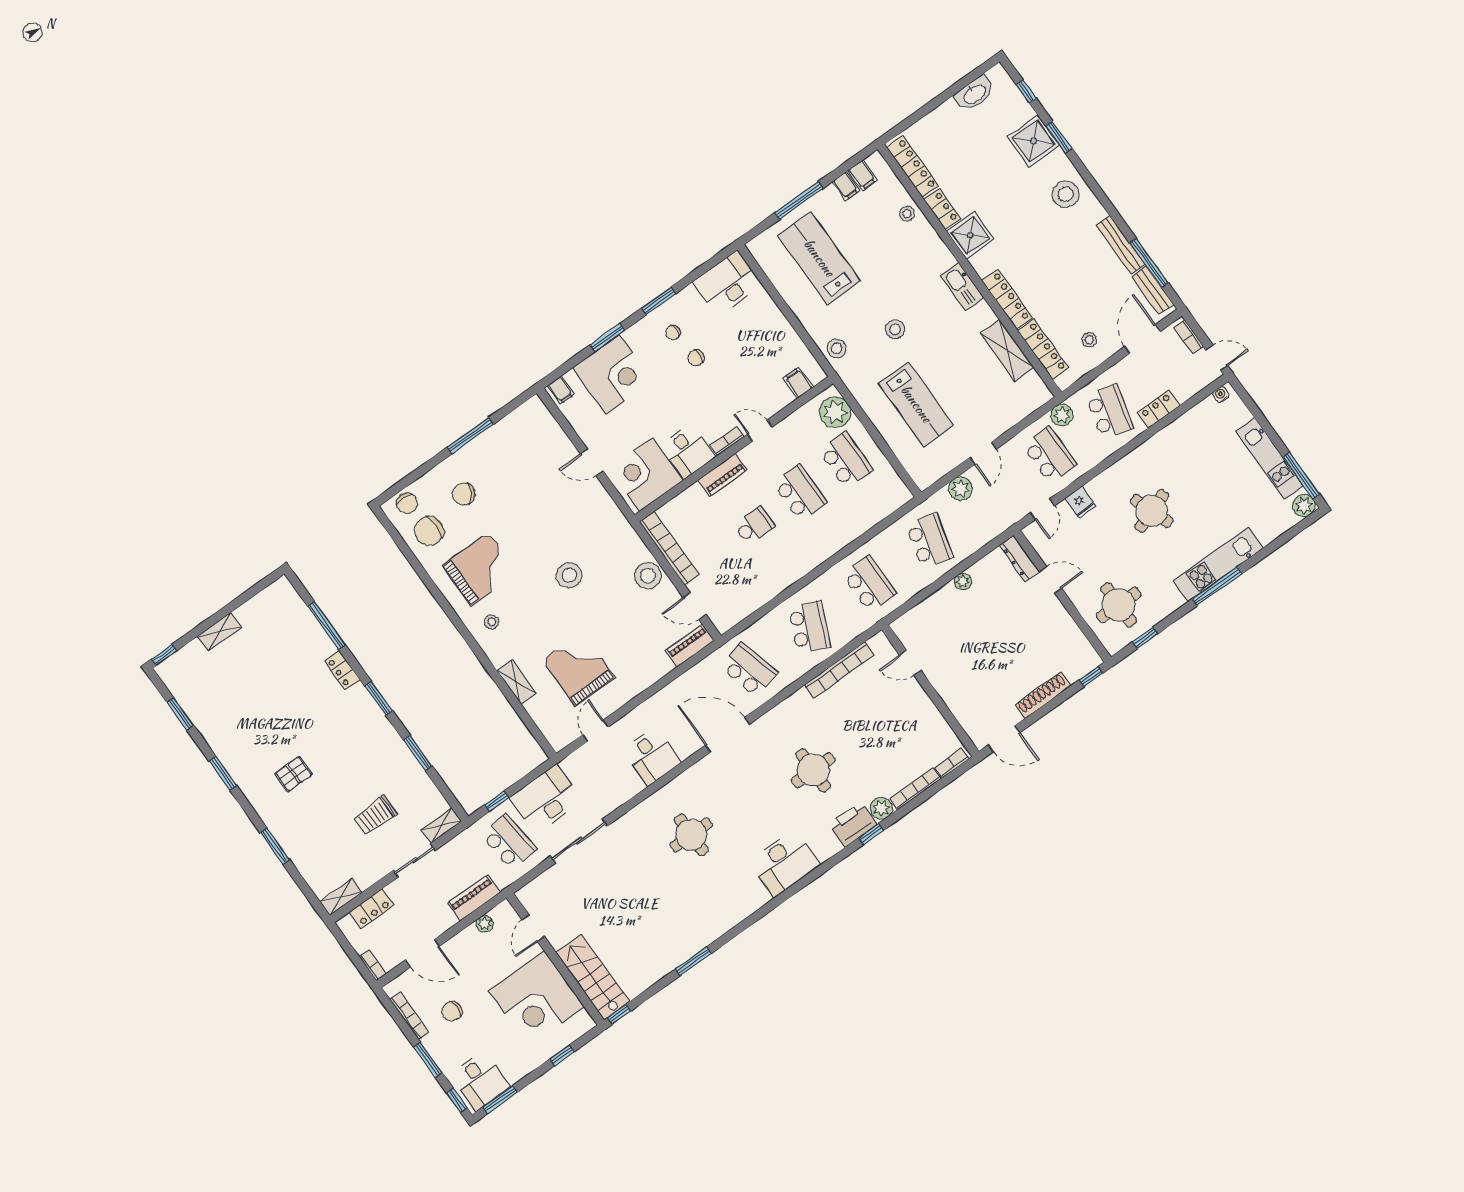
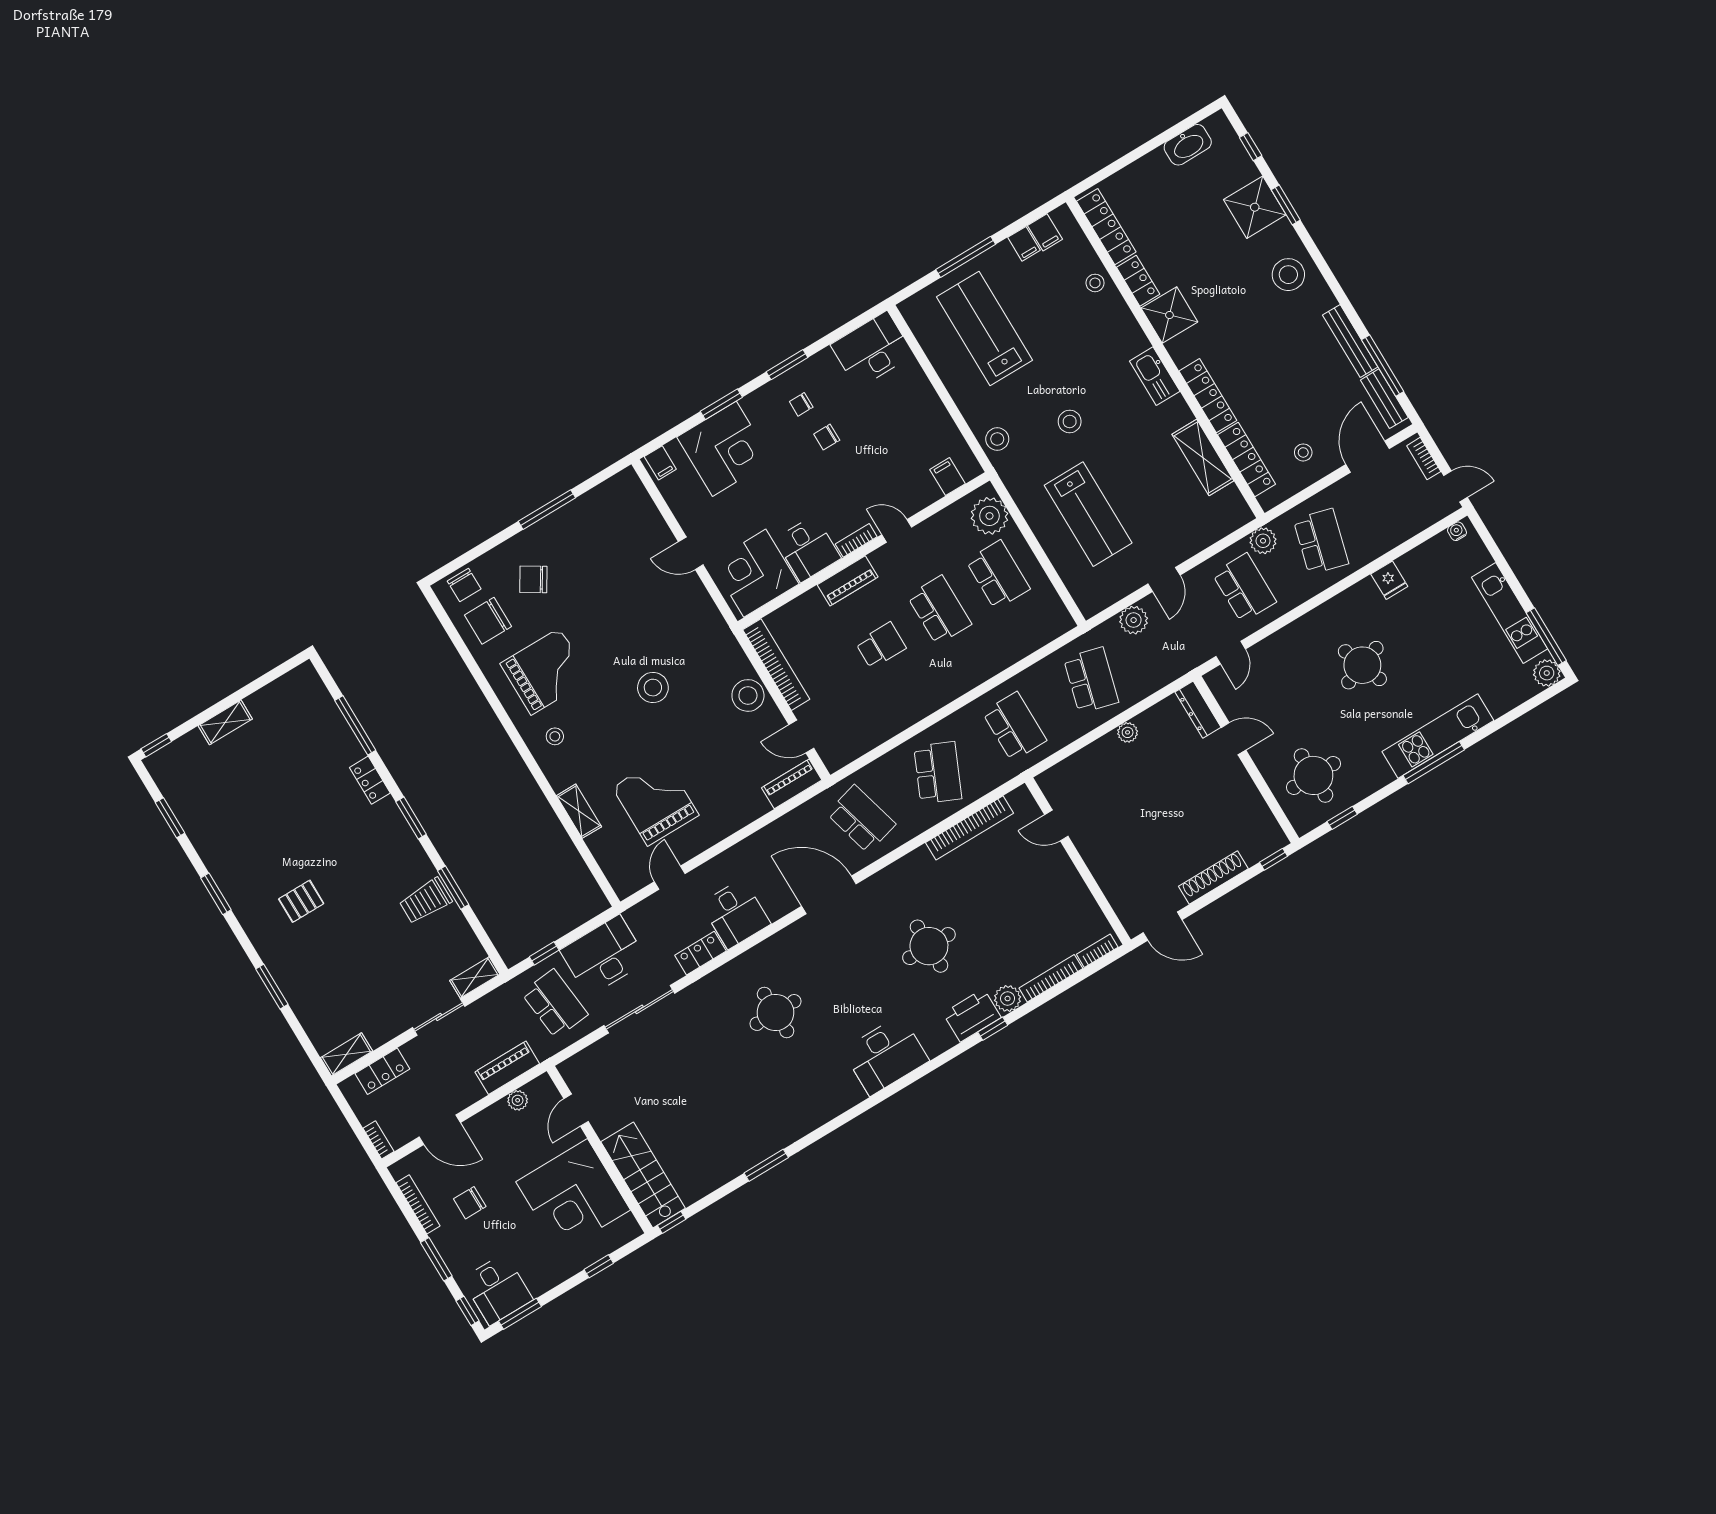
locker: (1158, 409) -> (700, 953), moved
fridge: (1080, 502) -> (1389, 580), moved
trolley: (376, 815) -> (425, 901), moved

